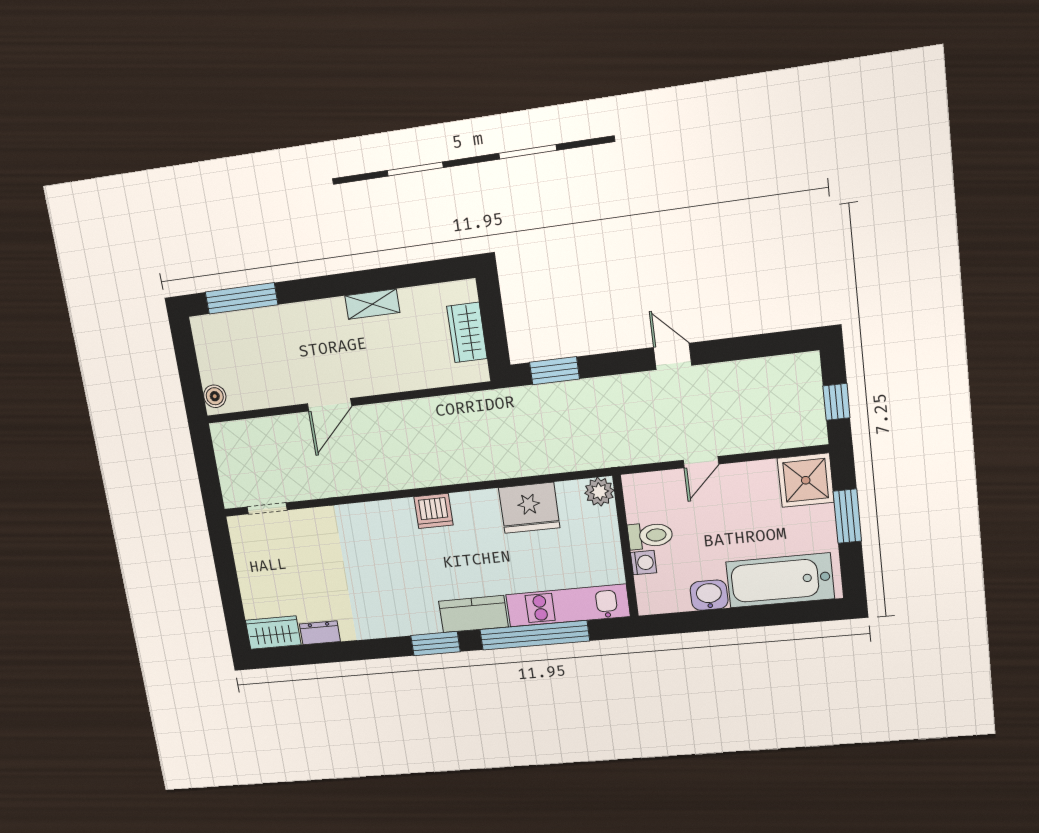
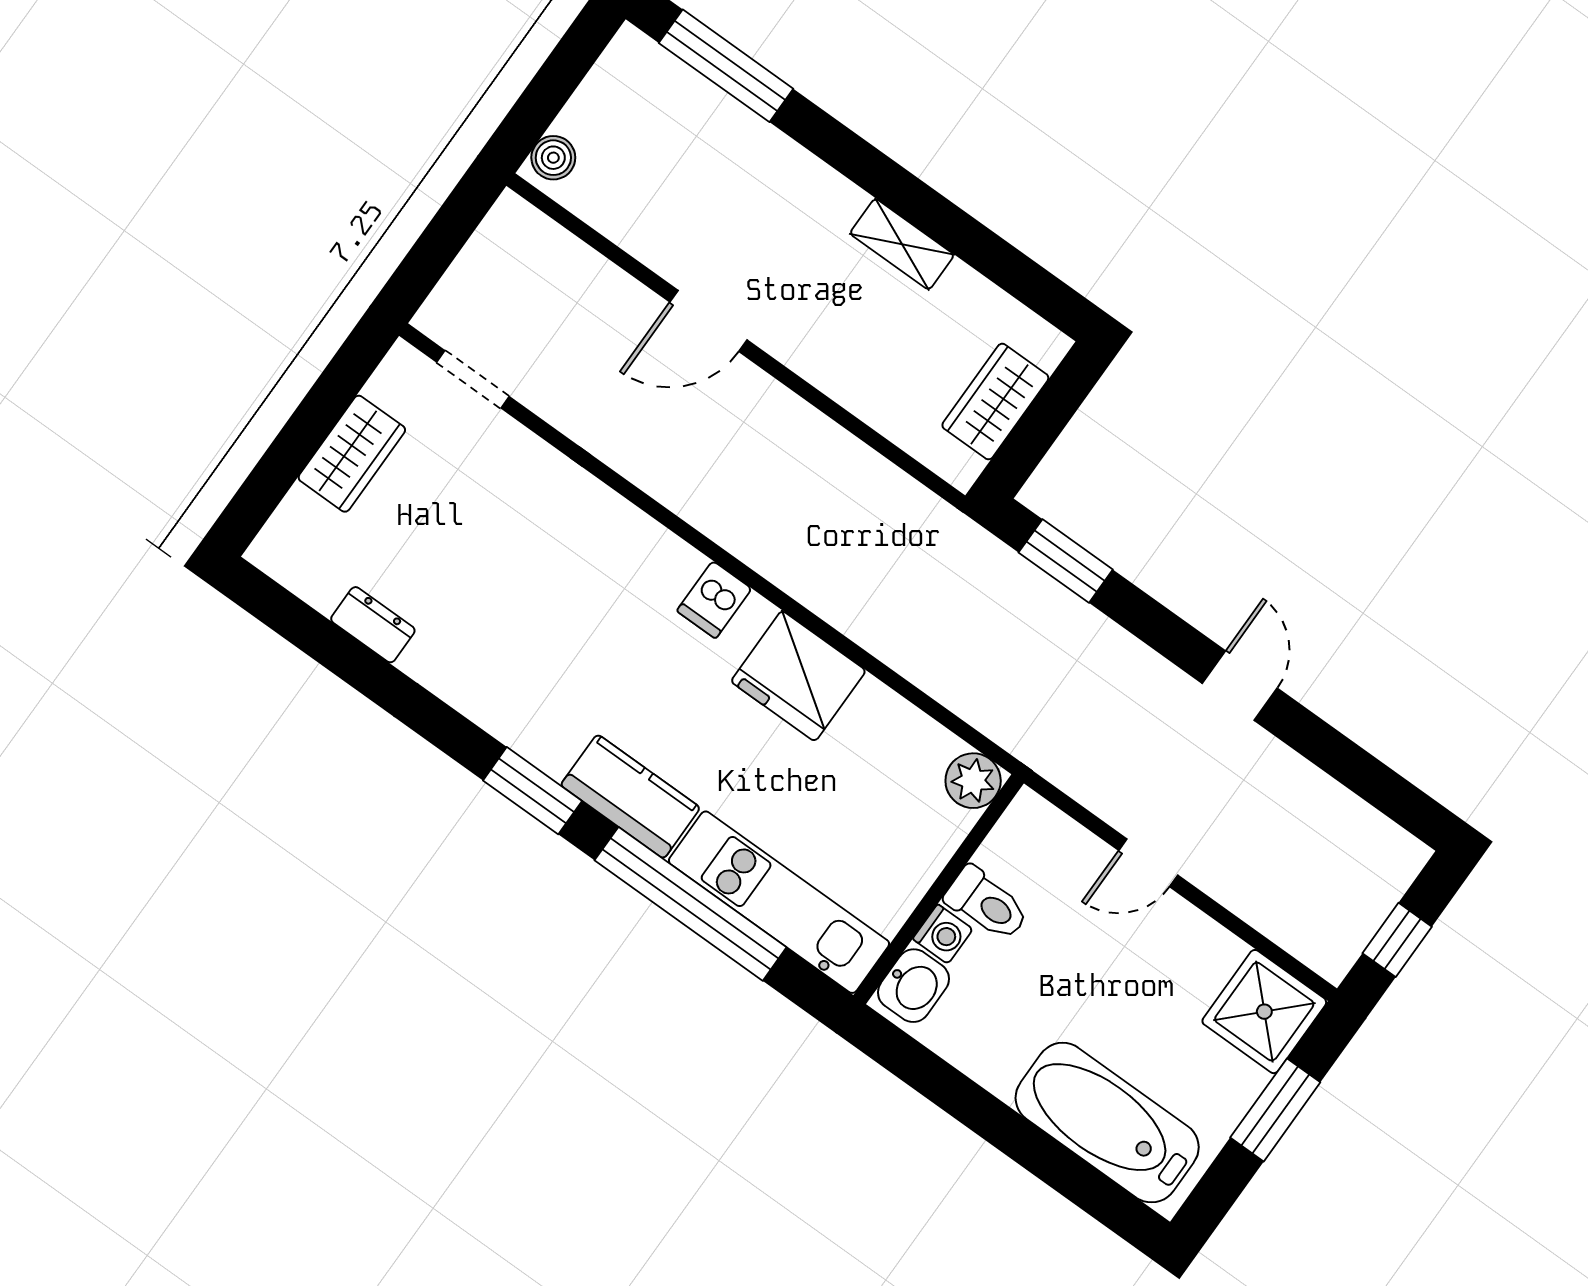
fridge: (529, 508) -> (798, 676), moved
dishwasher: (434, 511) -> (714, 600), width x0.73
washbasin: (709, 595) -> (913, 986), moved, turned 90
wardrobe: (273, 633) -> (352, 454), moved, turned 90

